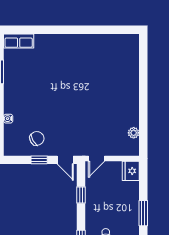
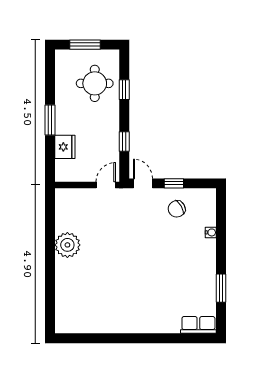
plant: (134, 133) -> (67, 245), moved, width x1.88, depth x1.88
fridge: (131, 171) -> (65, 147), moved

